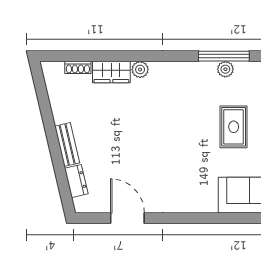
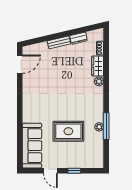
rug: (234, 127) -> (68, 131), width x1.36, depth x1.43
dresser: (76, 181) -> (79, 38), moved
door: (127, 218) -> (20, 64), moved

